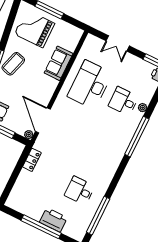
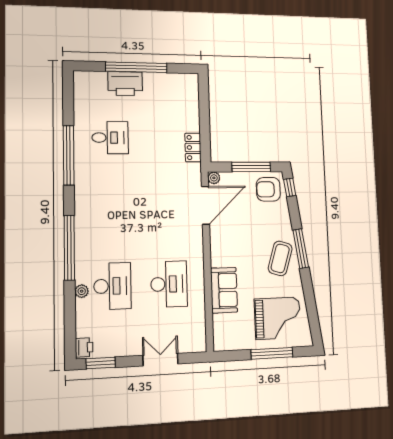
desk: (90, 85) -> (169, 284), width x0.73, depth x0.77
desk: (123, 101) -> (112, 286), width x1.37
door: (43, 120) -> (205, 205), hinge flipped
window: (98, 216) -> (69, 155), moved

